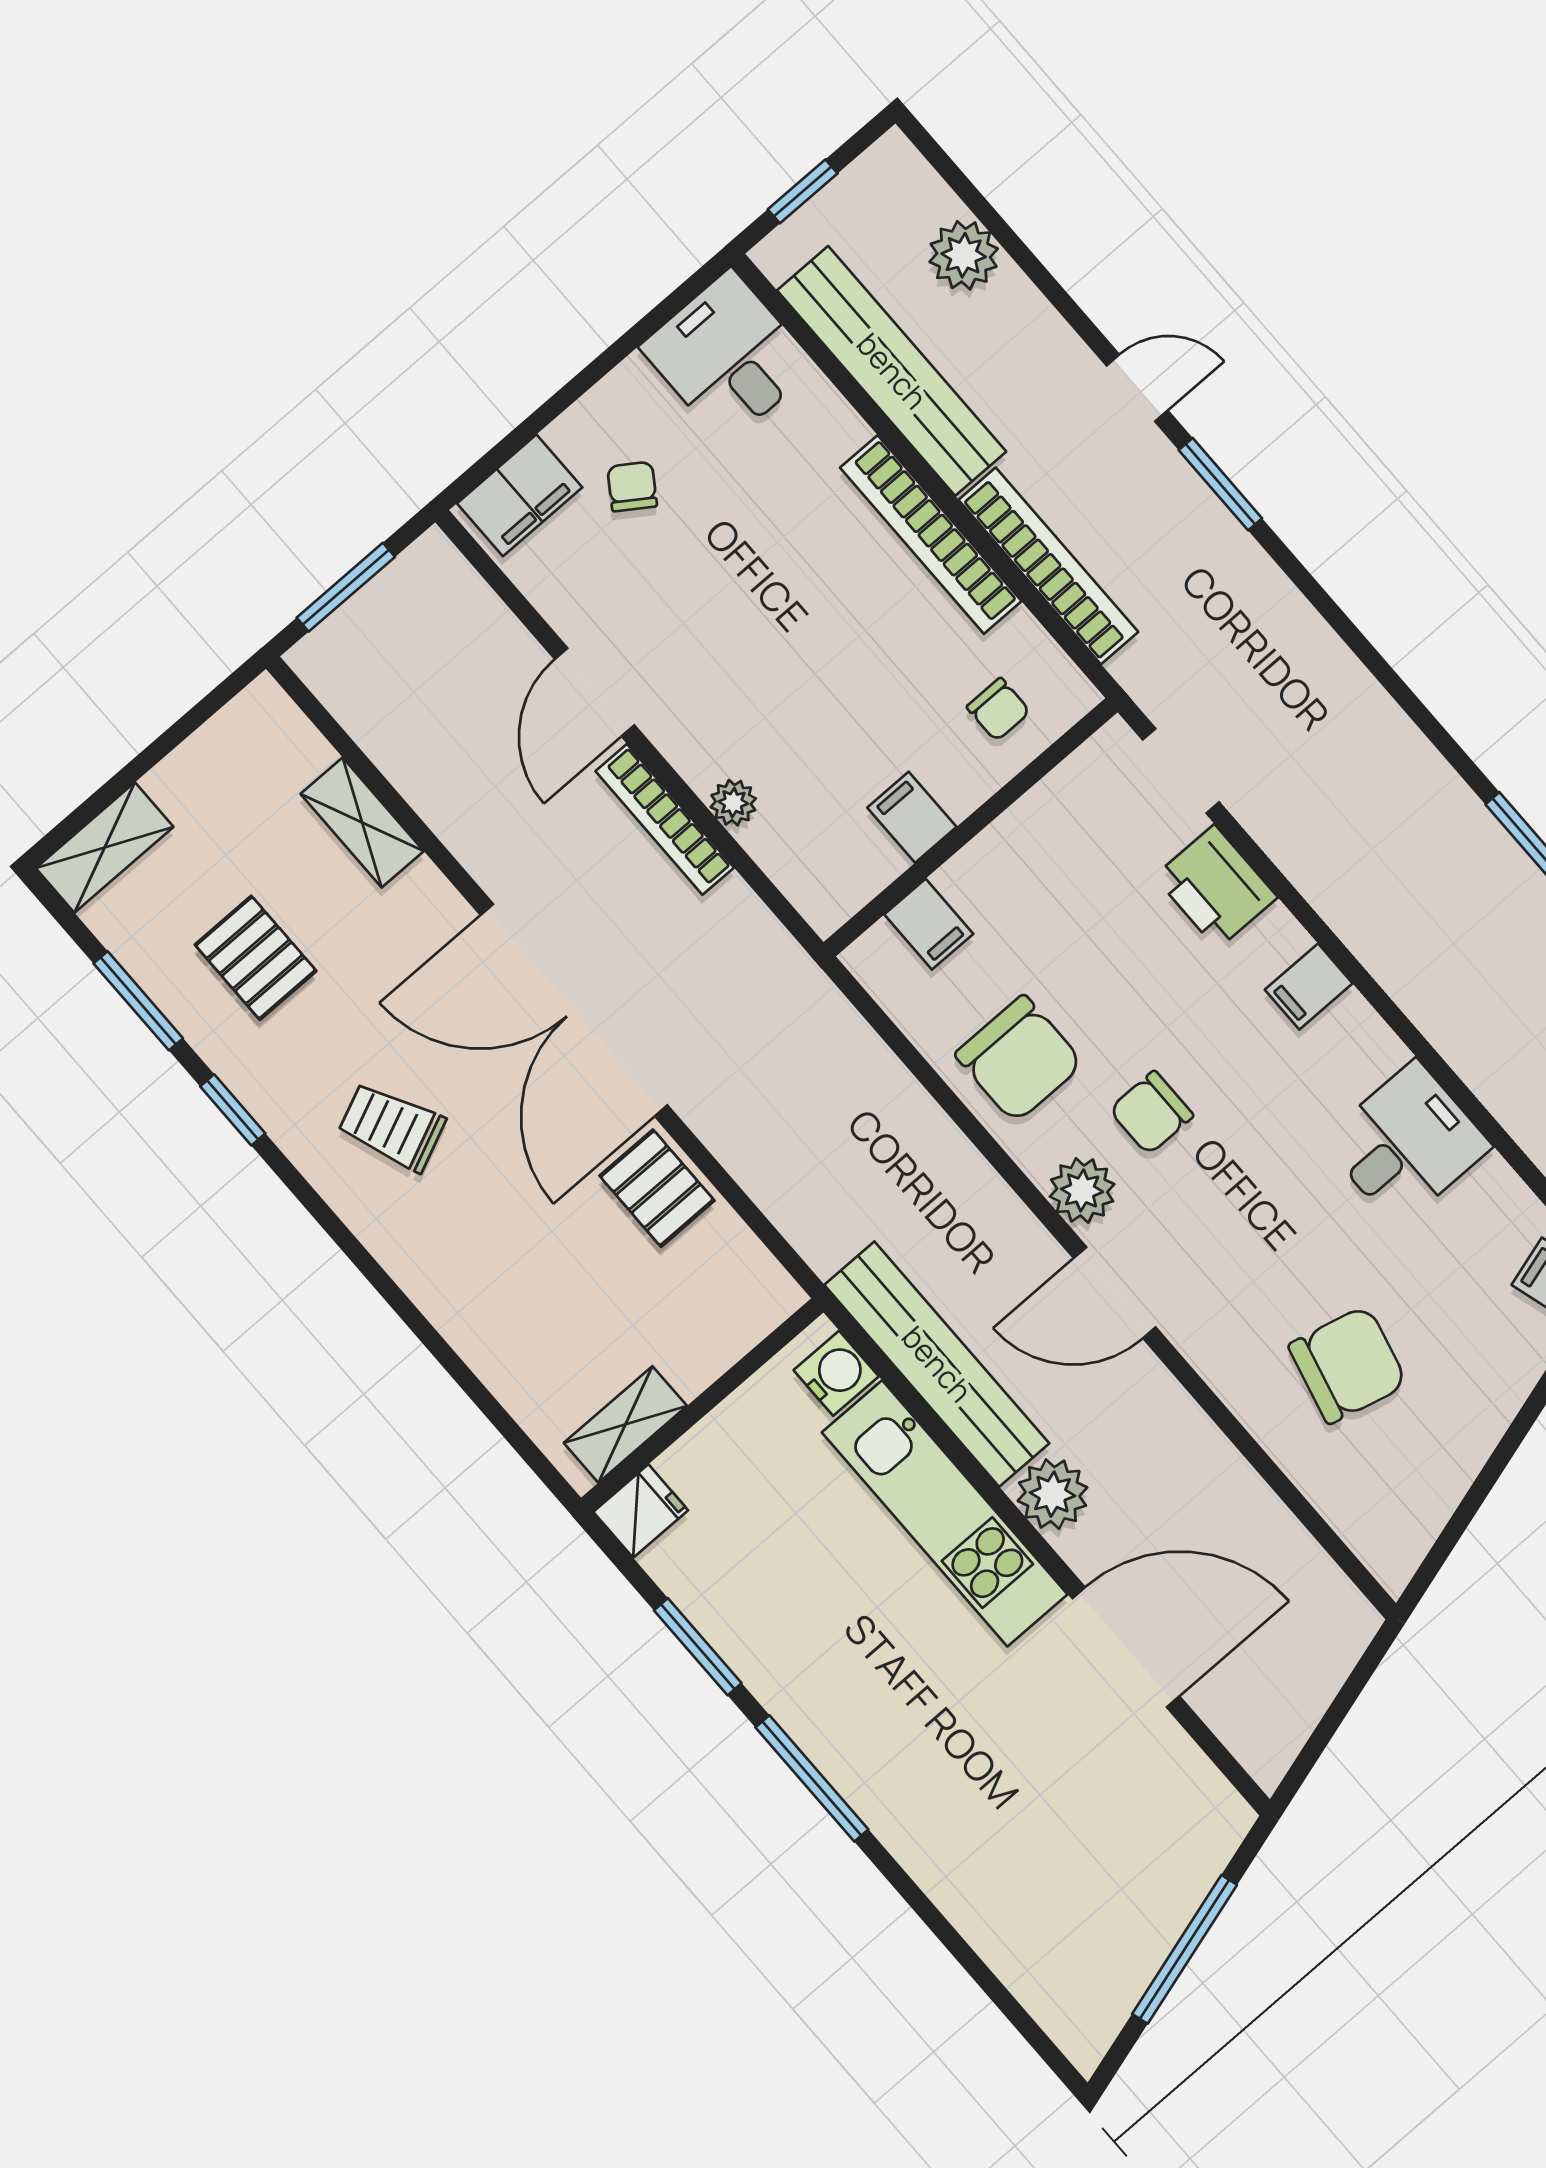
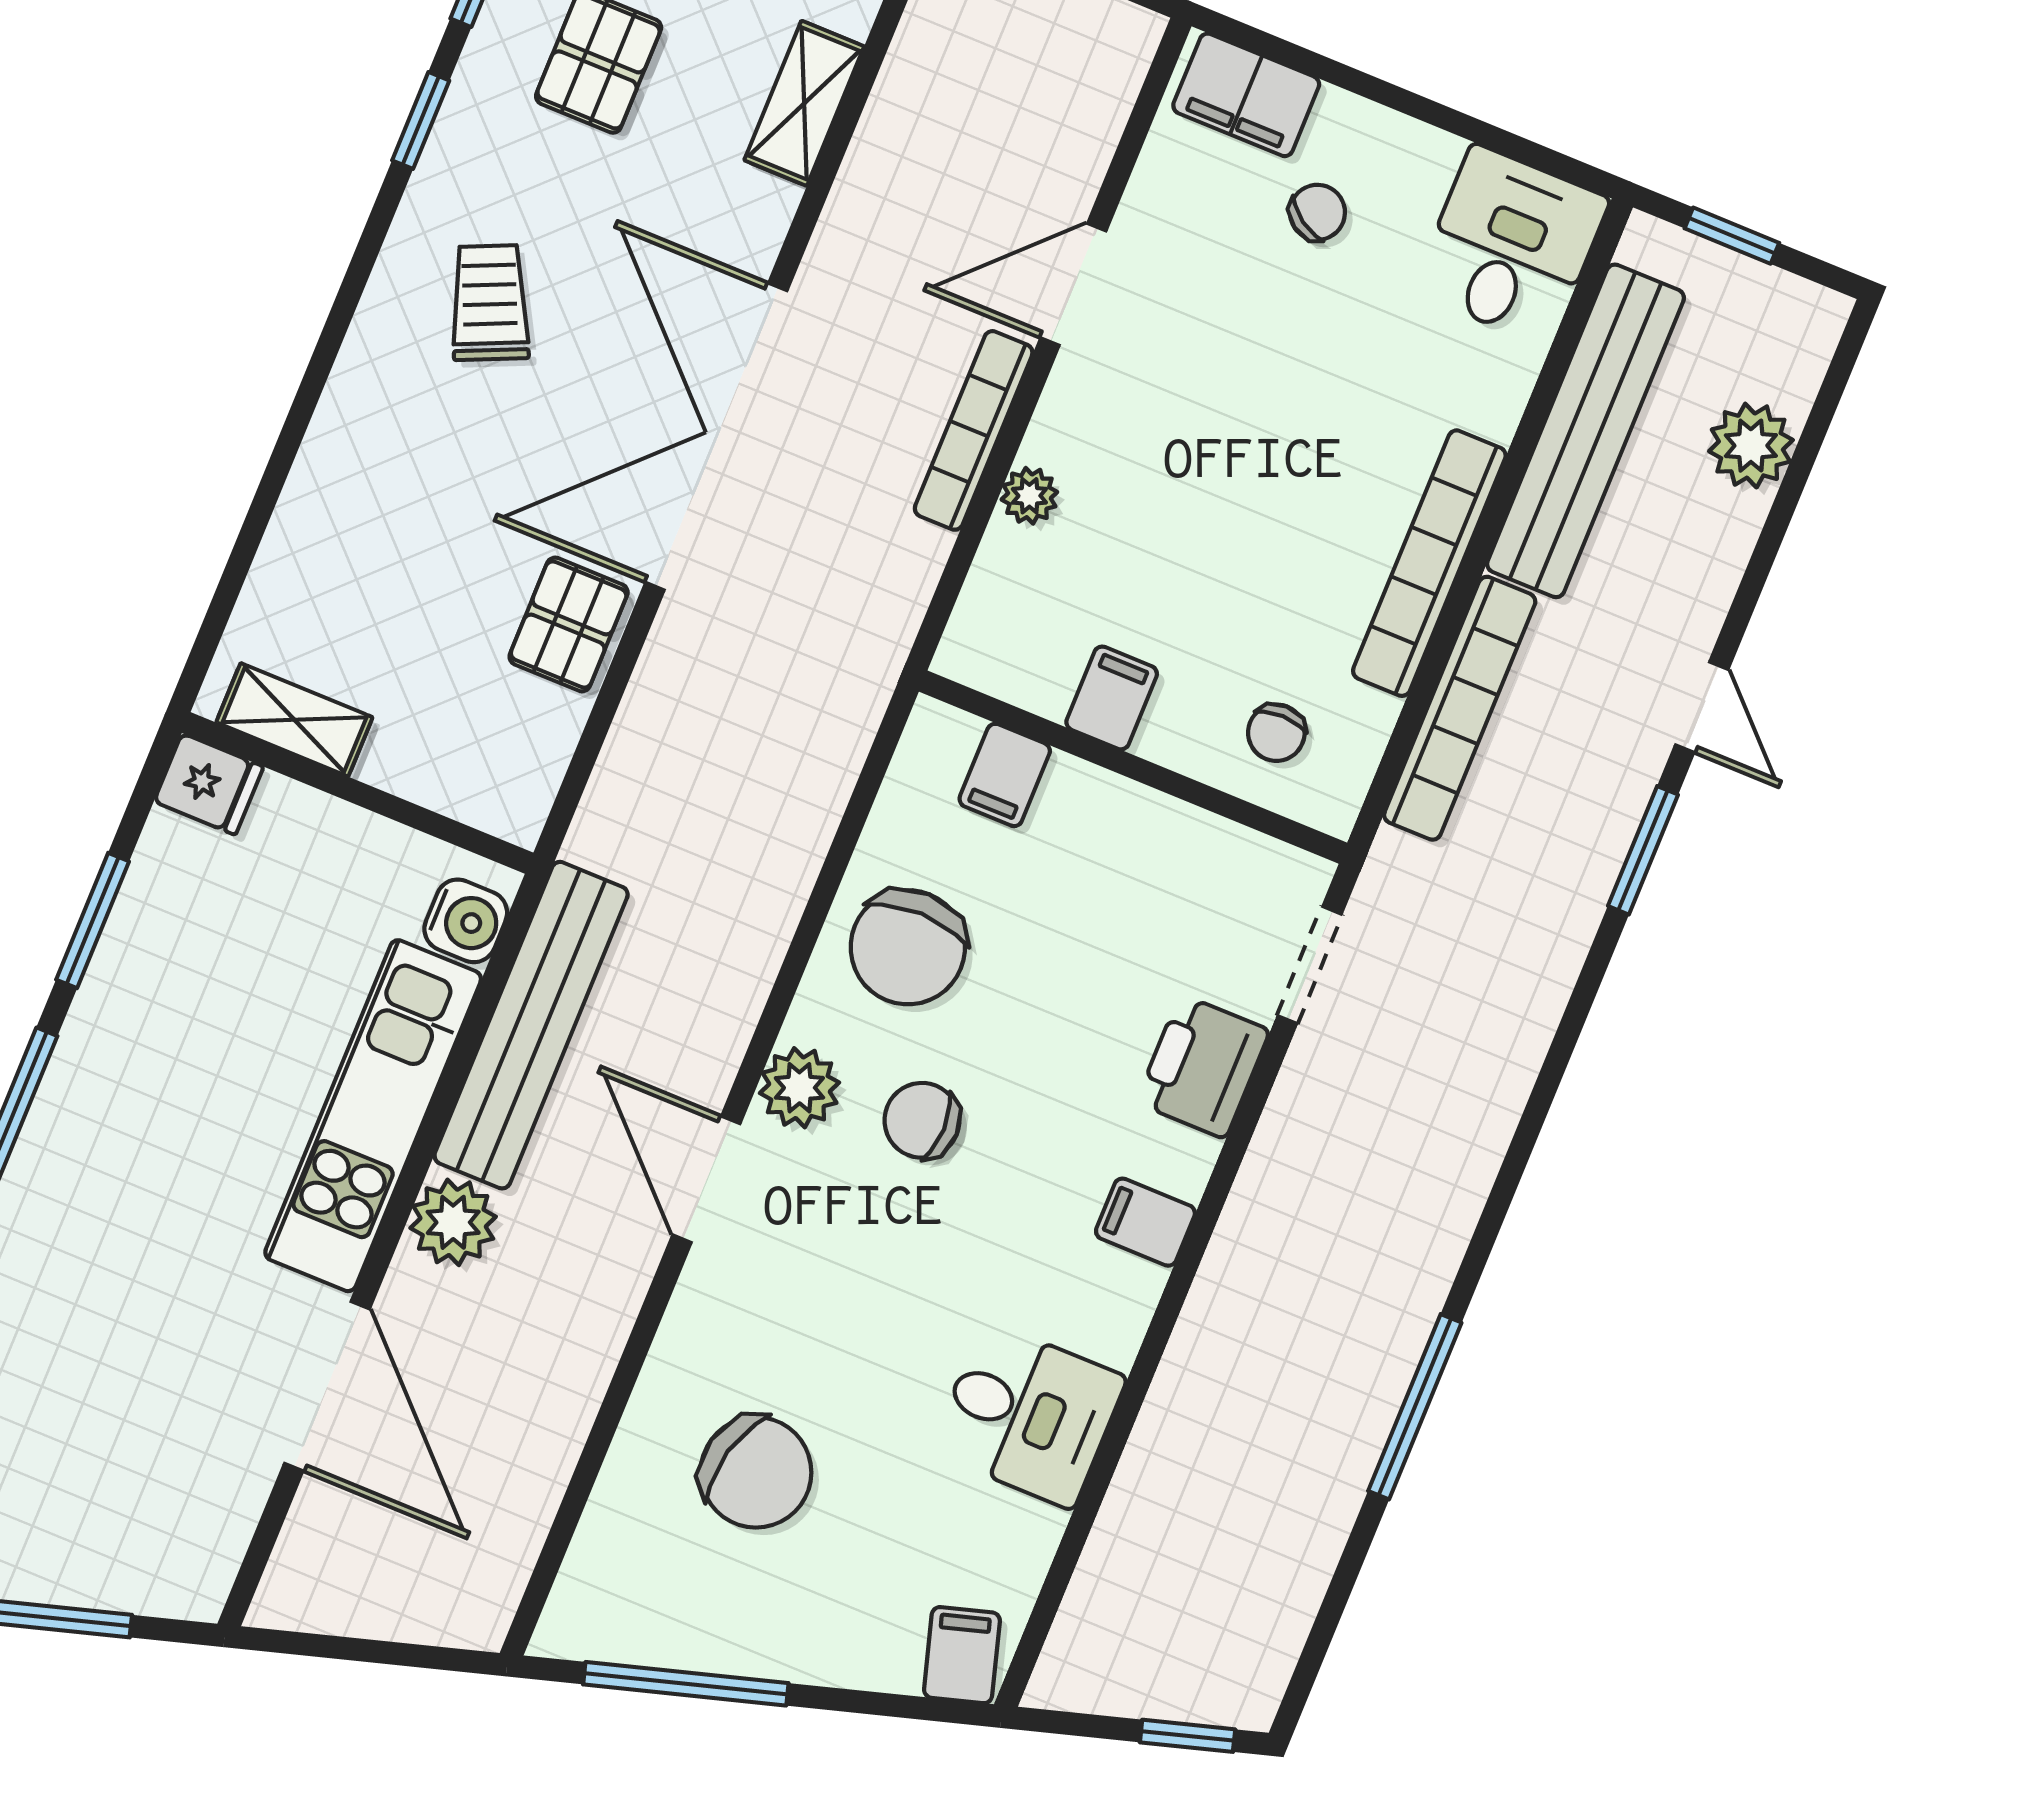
window: (1477, 1494) -> (686, 1684), added

